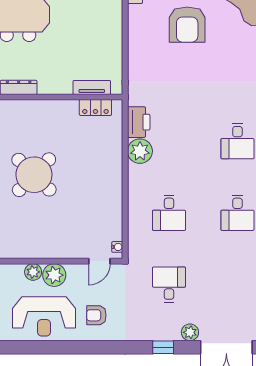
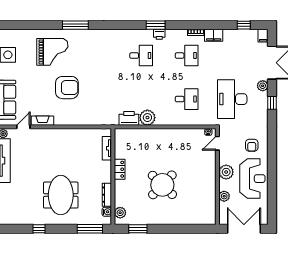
locker: (95, 107) -> (120, 169), moved
door: (99, 261) -> (217, 143), swing flipped
plant: (33, 272) -> (224, 196), moved
desk: (169, 284) -> (232, 99), width x1.87, depth x1.30

